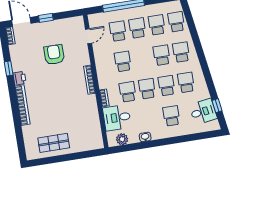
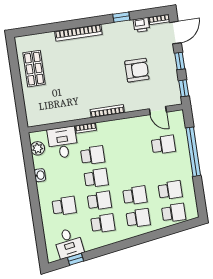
window: (69, 14) -> (184, 88), added
school desk: (137, 28) -> (167, 167), removed
school desk: (123, 61) -> (128, 150), removed
printer: (19, 78) -> (141, 25), moved

